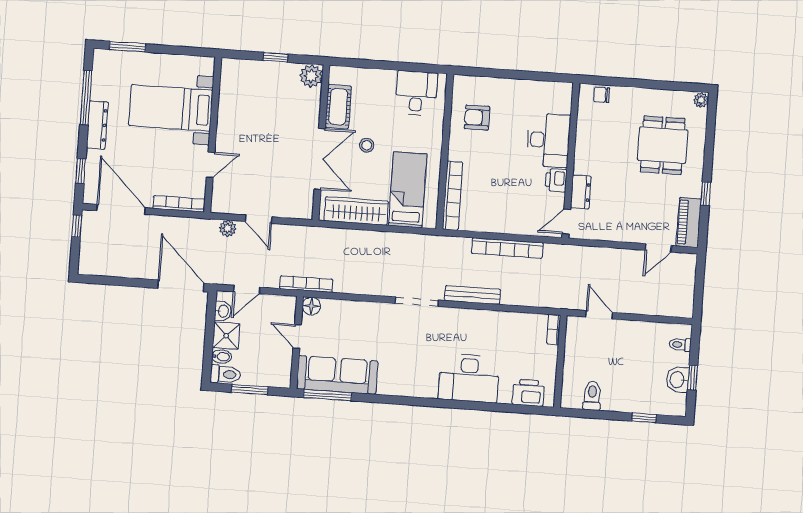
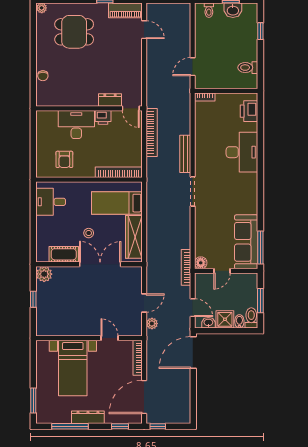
desk: (548, 140) -> (76, 125), moved
wall: (571, 160) -> (89, 108), moved
printer: (556, 180) -> (103, 117), moved
dresser: (581, 192) -> (110, 100), moved
door: (566, 222) -> (131, 108), moved

